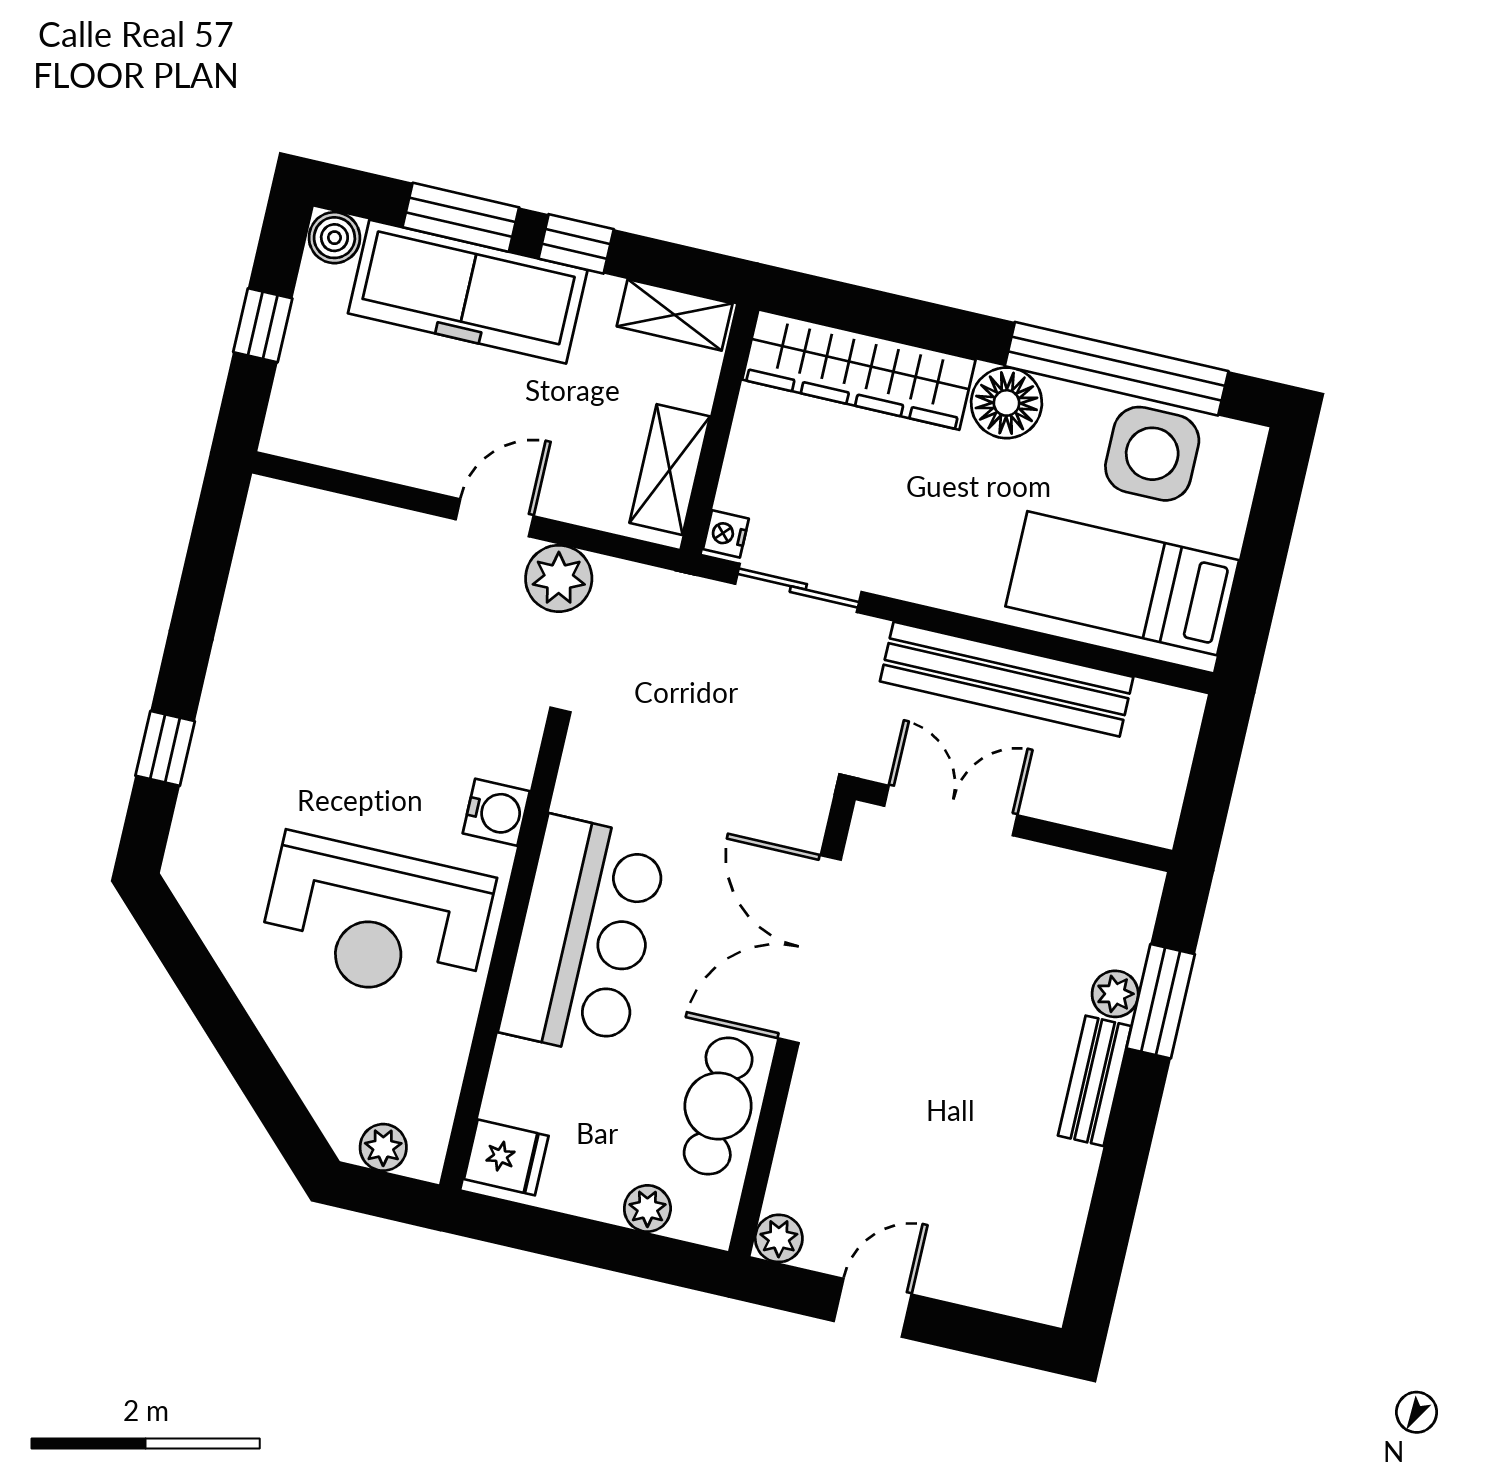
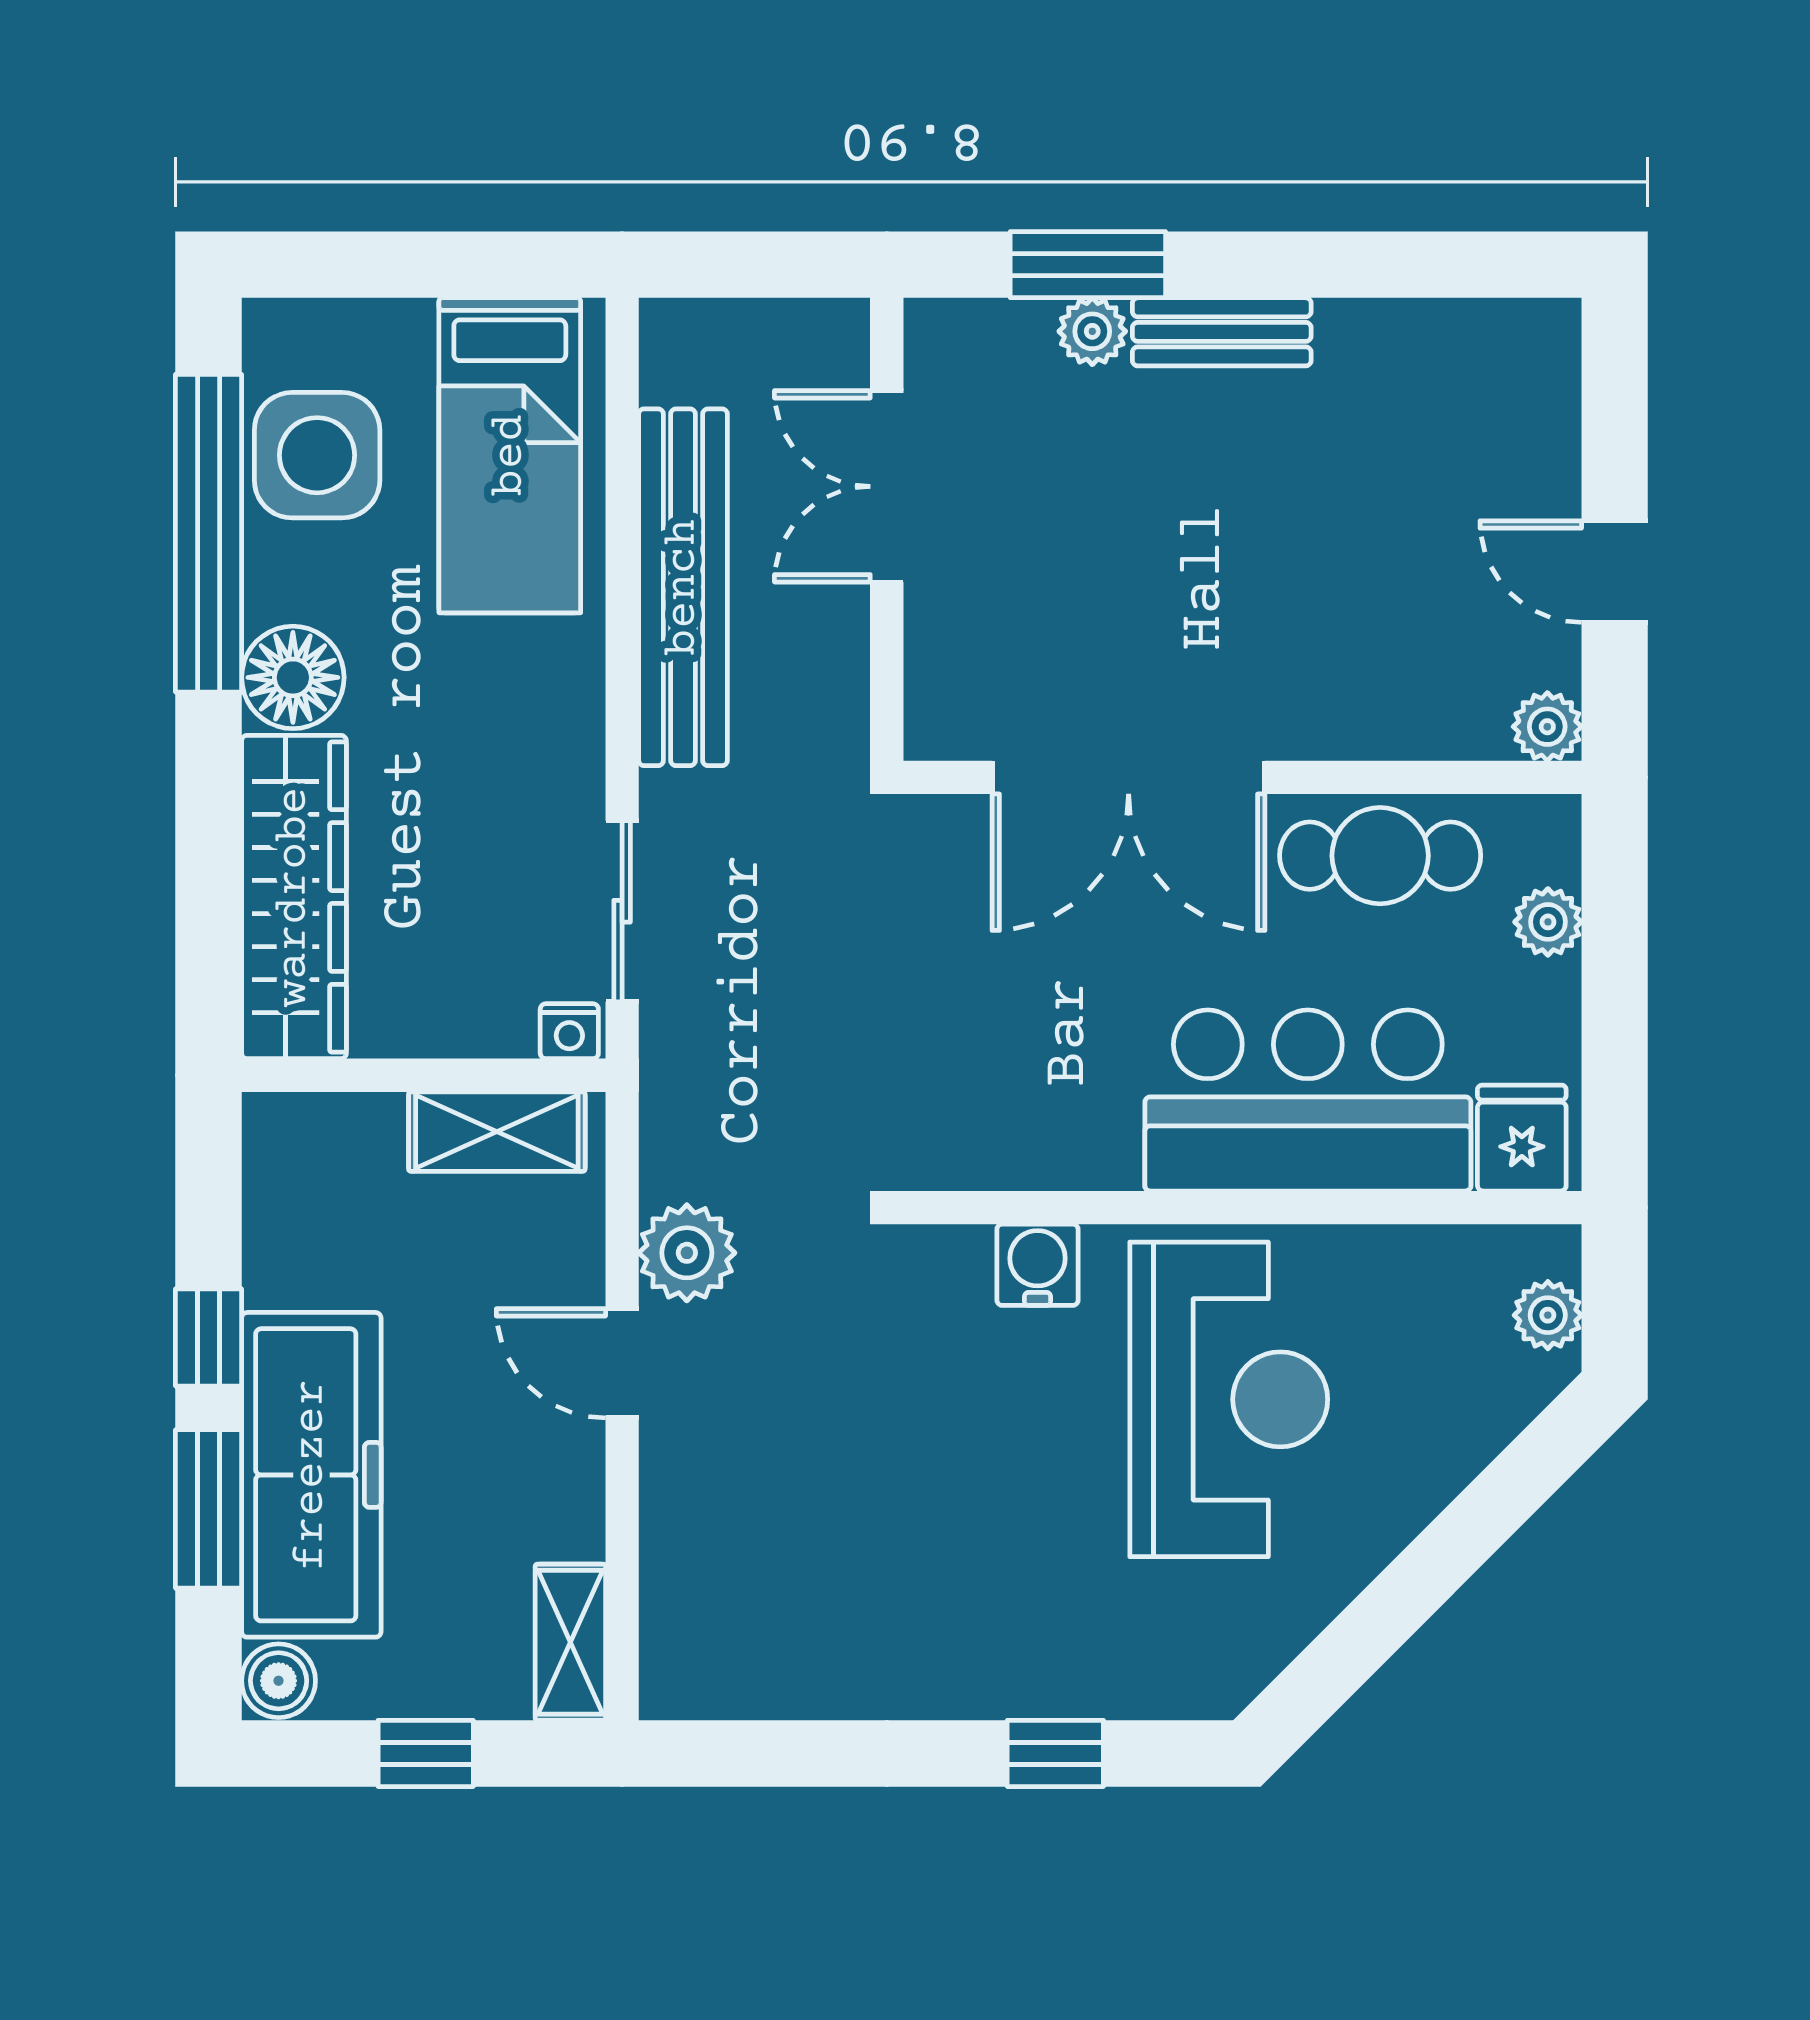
shelving: (675, 315) -> (570, 1642), moved
double door: (951, 810) -> (887, 486), moved
bar counter: (584, 937) -> (1308, 1100), moved

